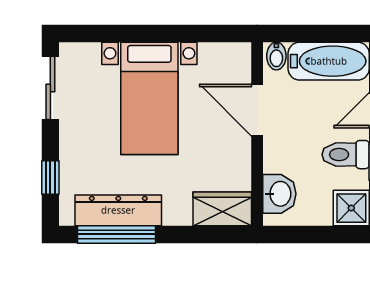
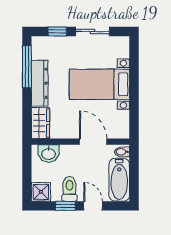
sliding door: (50, 88) -> (93, 31), moved
door: (257, 110) -> (93, 142), hinge flipped
dresser: (118, 210) -> (40, 83), moved

